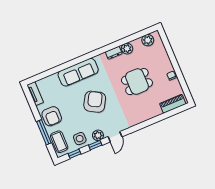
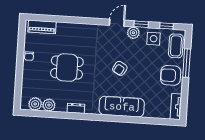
plant: (127, 49) -> (49, 105), moved
armchair: (95, 102) -> (120, 68), width x0.53, depth x0.53
armchair: (52, 116) -> (171, 75), turned -90

